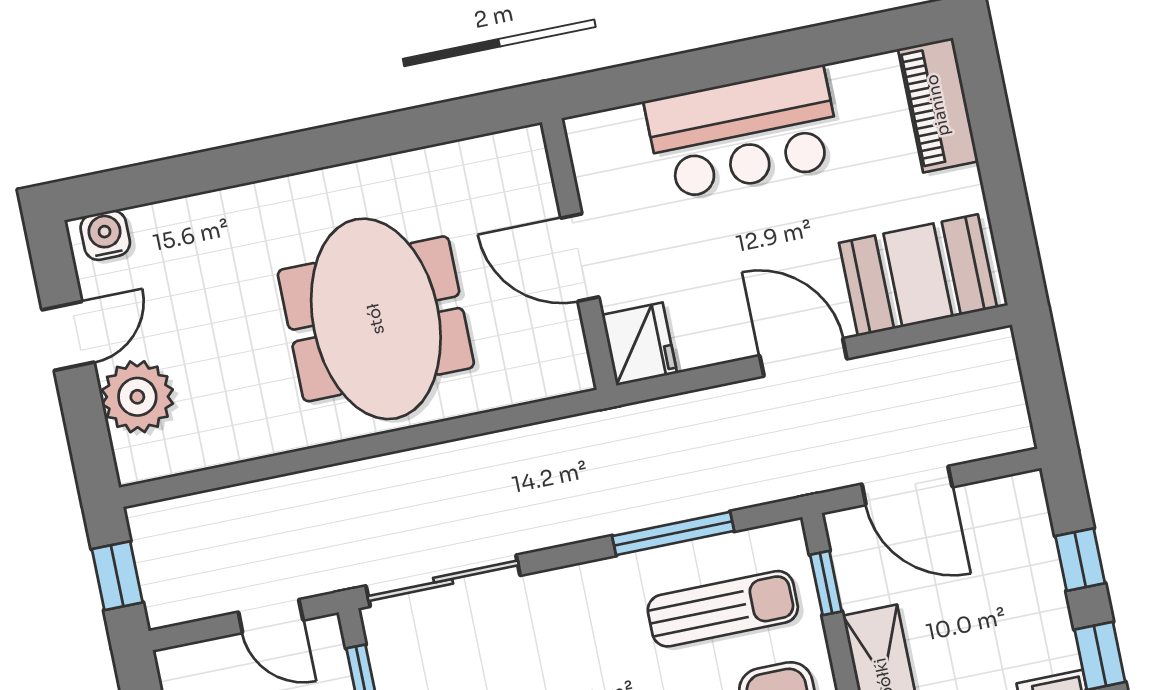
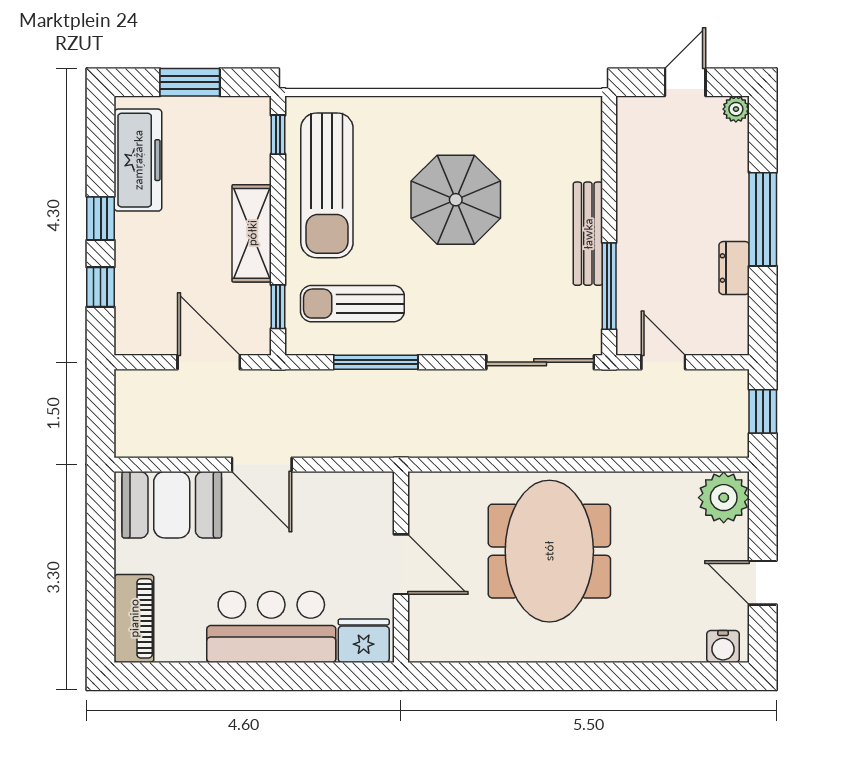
door: (68, 336) -> (763, 583), hinge flipped
fridge: (639, 344) -> (364, 641), moved, turned 90
plant: (137, 397) -> (724, 498), moved

